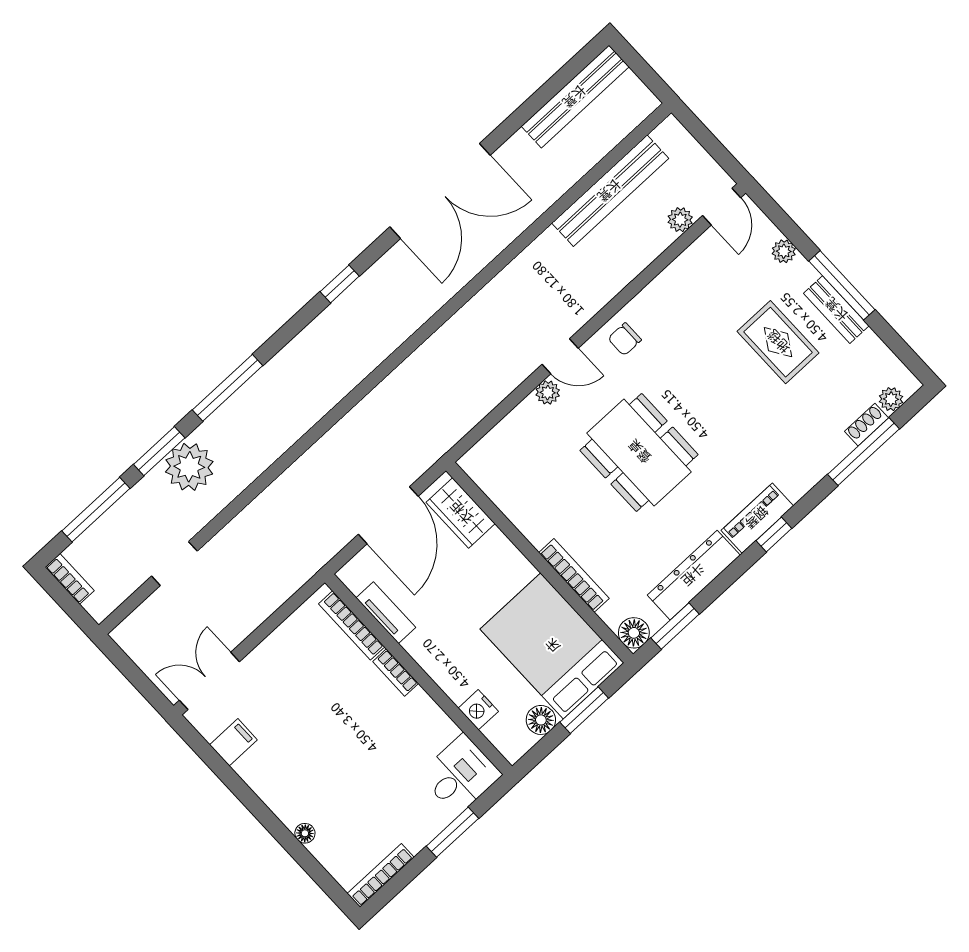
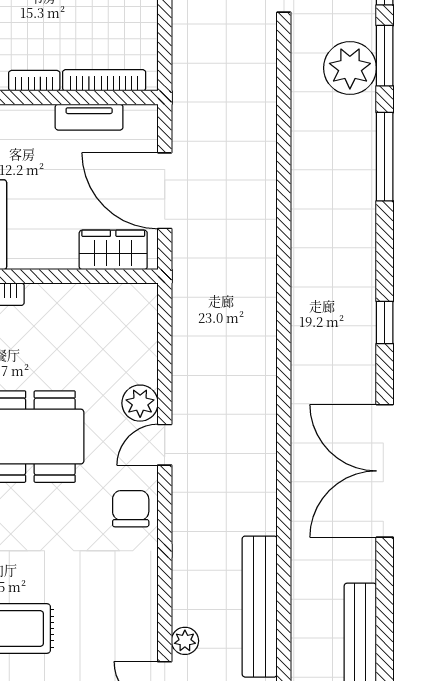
chair: (625, 339) -> (131, 509), width x1.37, depth x1.37
plant: (548, 393) -> (140, 403), width x1.38, depth x1.38

